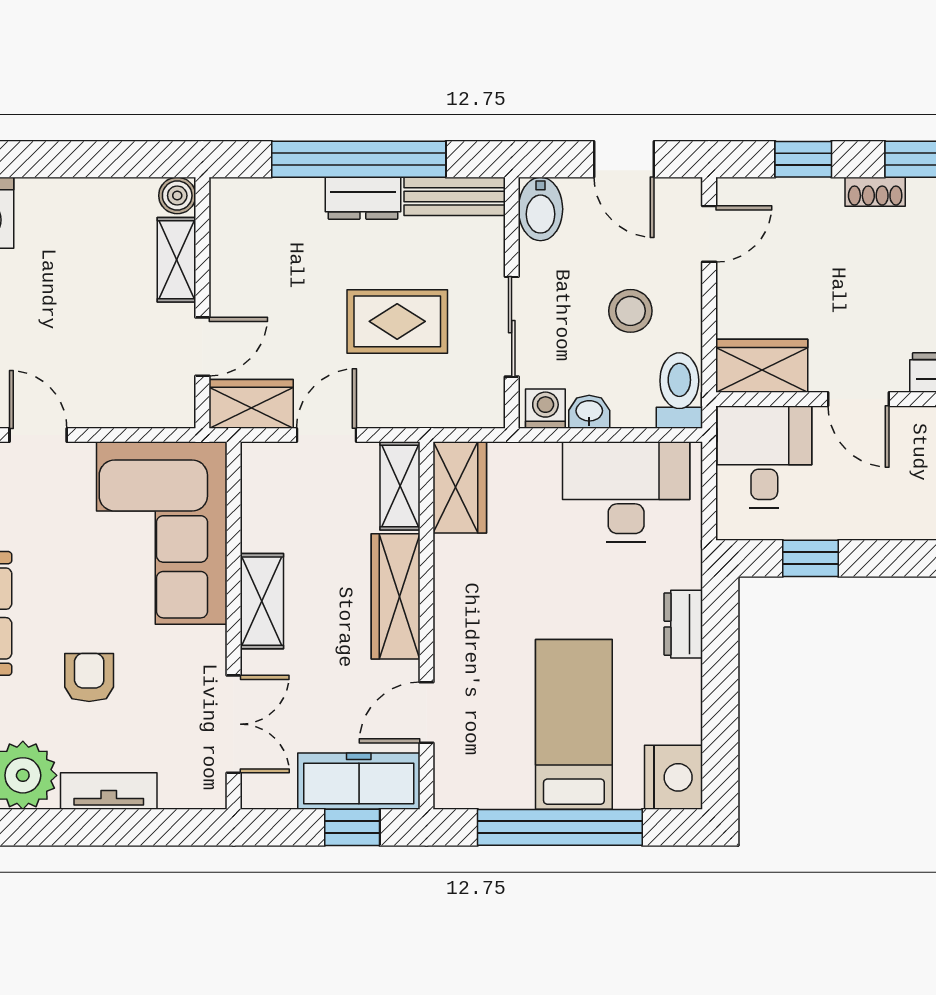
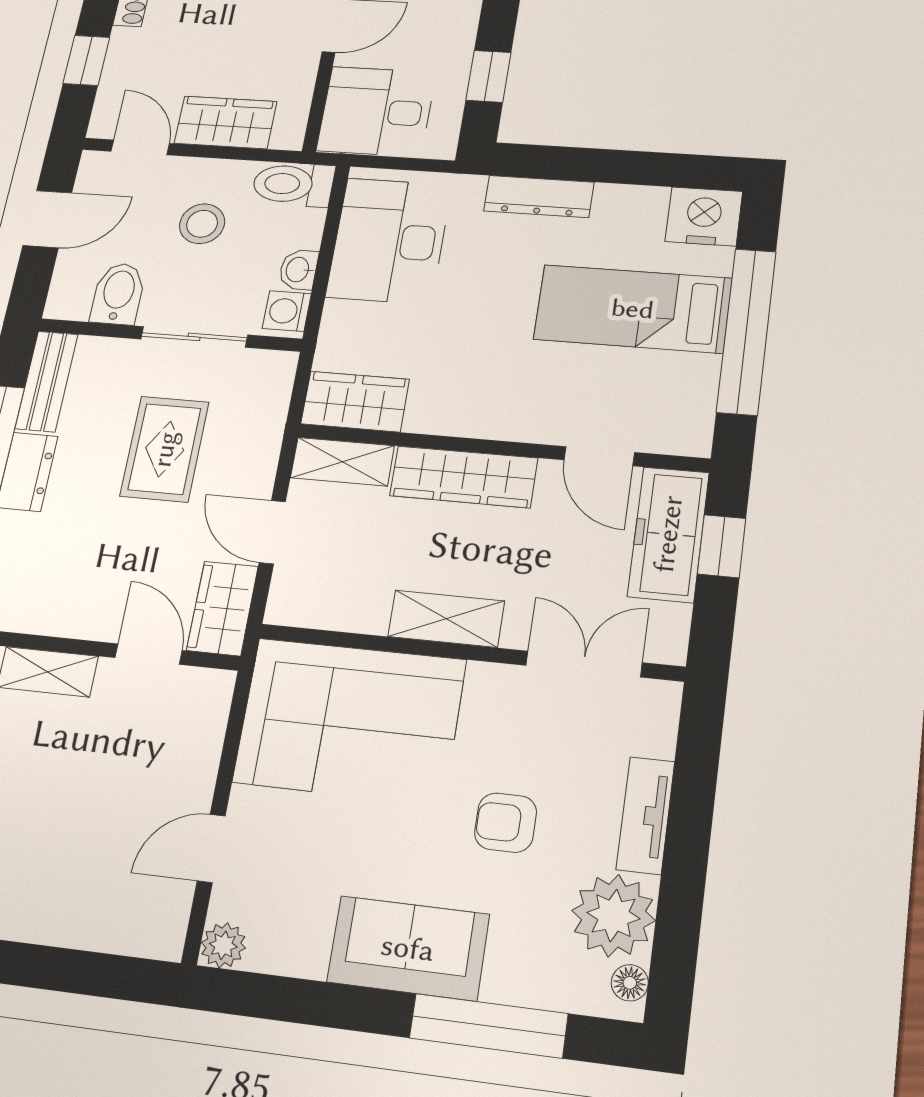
bidet: (540, 209) -> (118, 294), moved, turned -90
wardrobe: (762, 366) -> (226, 122), moved, turned 90
dresser: (683, 624) -> (539, 197), width x1.44

